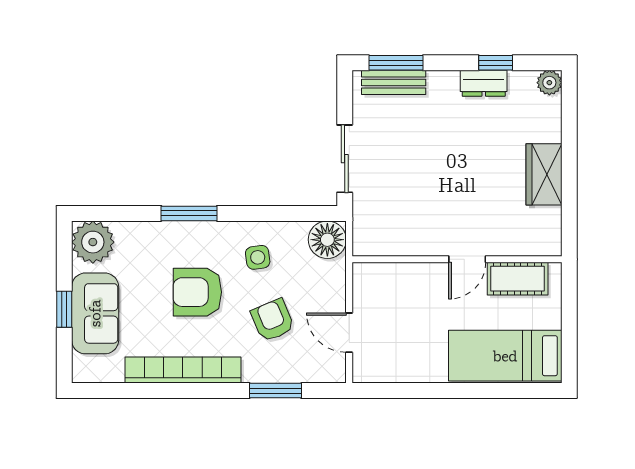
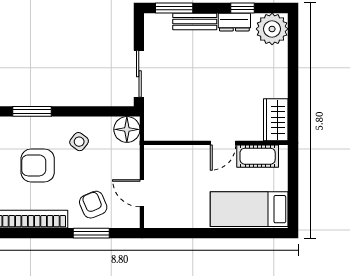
bench: (394, 82) -> (195, 21), moved
plant: (549, 83) -> (272, 29), width x1.88, depth x1.88
wardrobe: (544, 174) -> (276, 120), moved
side table: (258, 257) -> (79, 142), turned 45
armchair: (273, 320) -> (93, 205), moved

